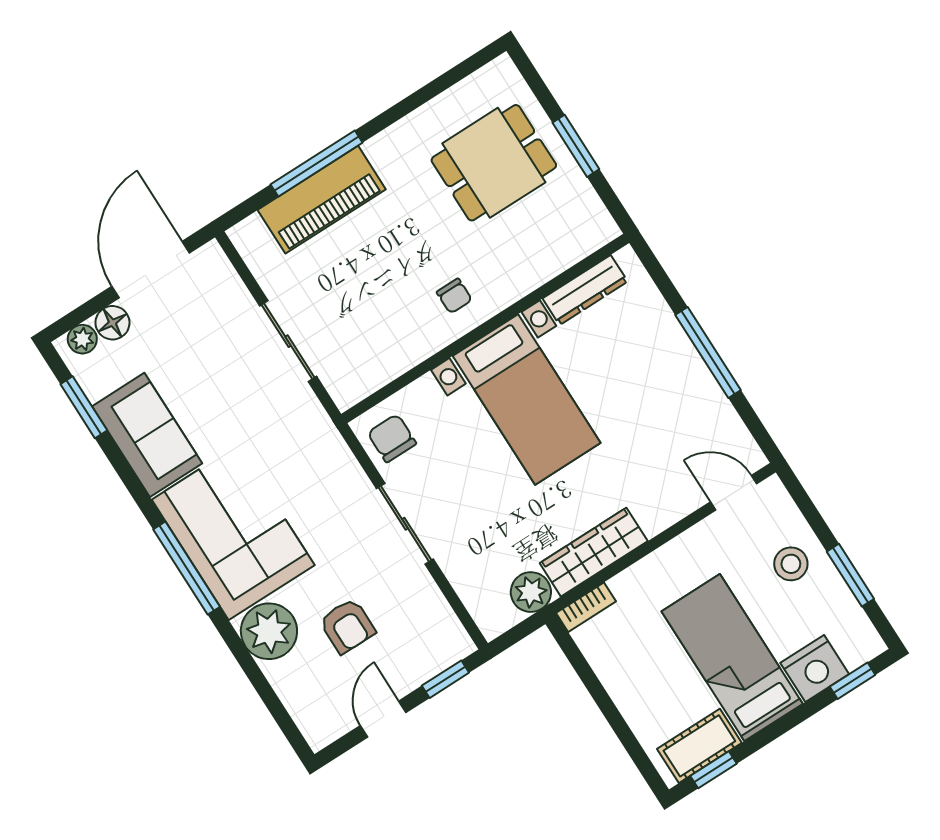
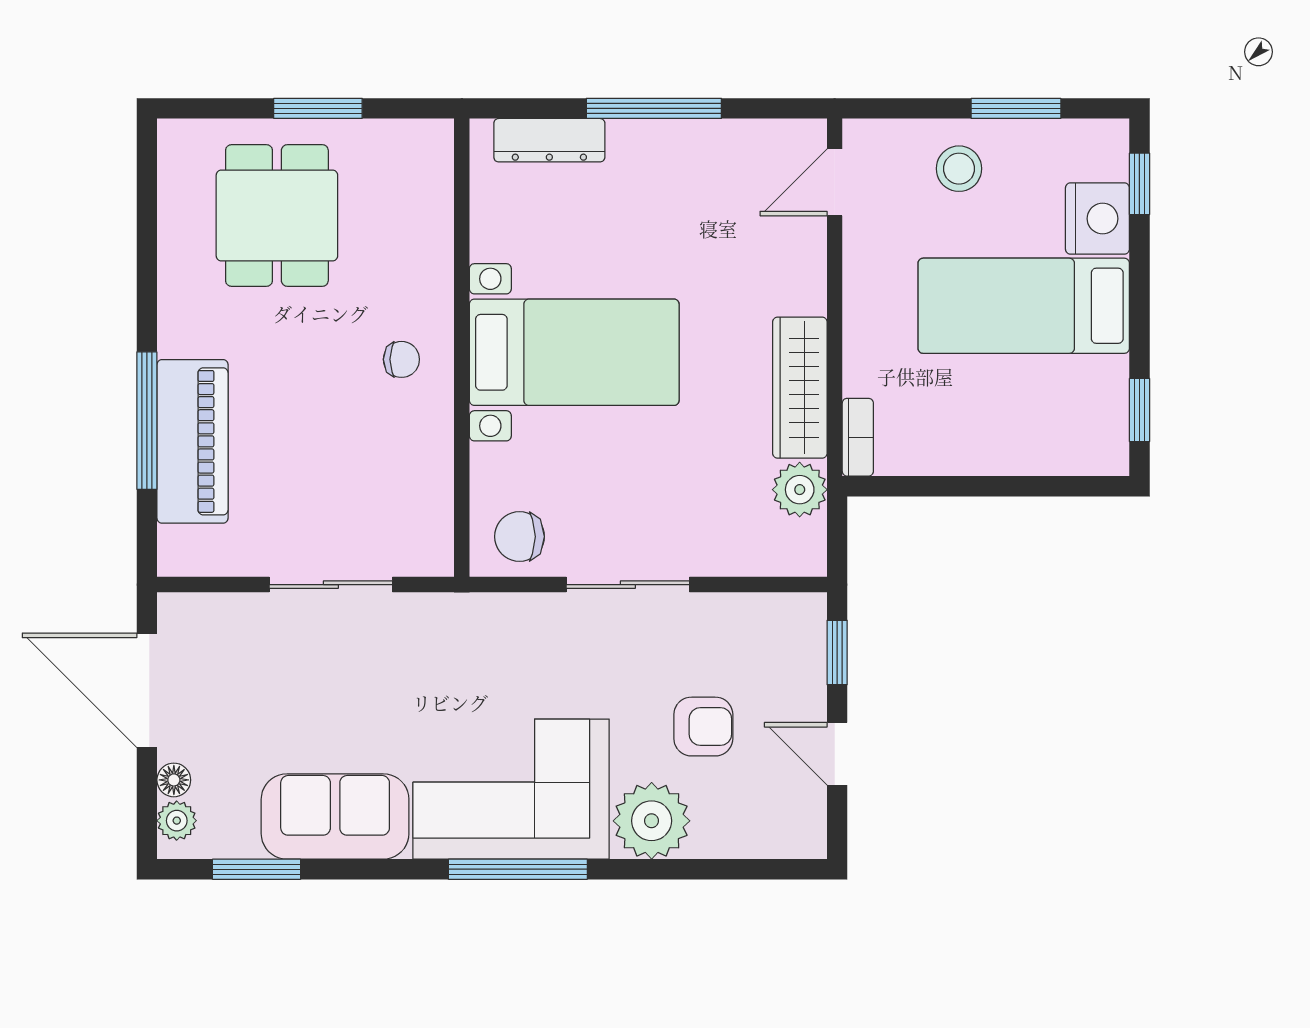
dresser: (585, 290) -> (549, 140), moved, turned 90
floor lamp: (112, 323) -> (174, 780), width x0.73, depth x0.73
cot: (699, 746) -> (1102, 409), removed

